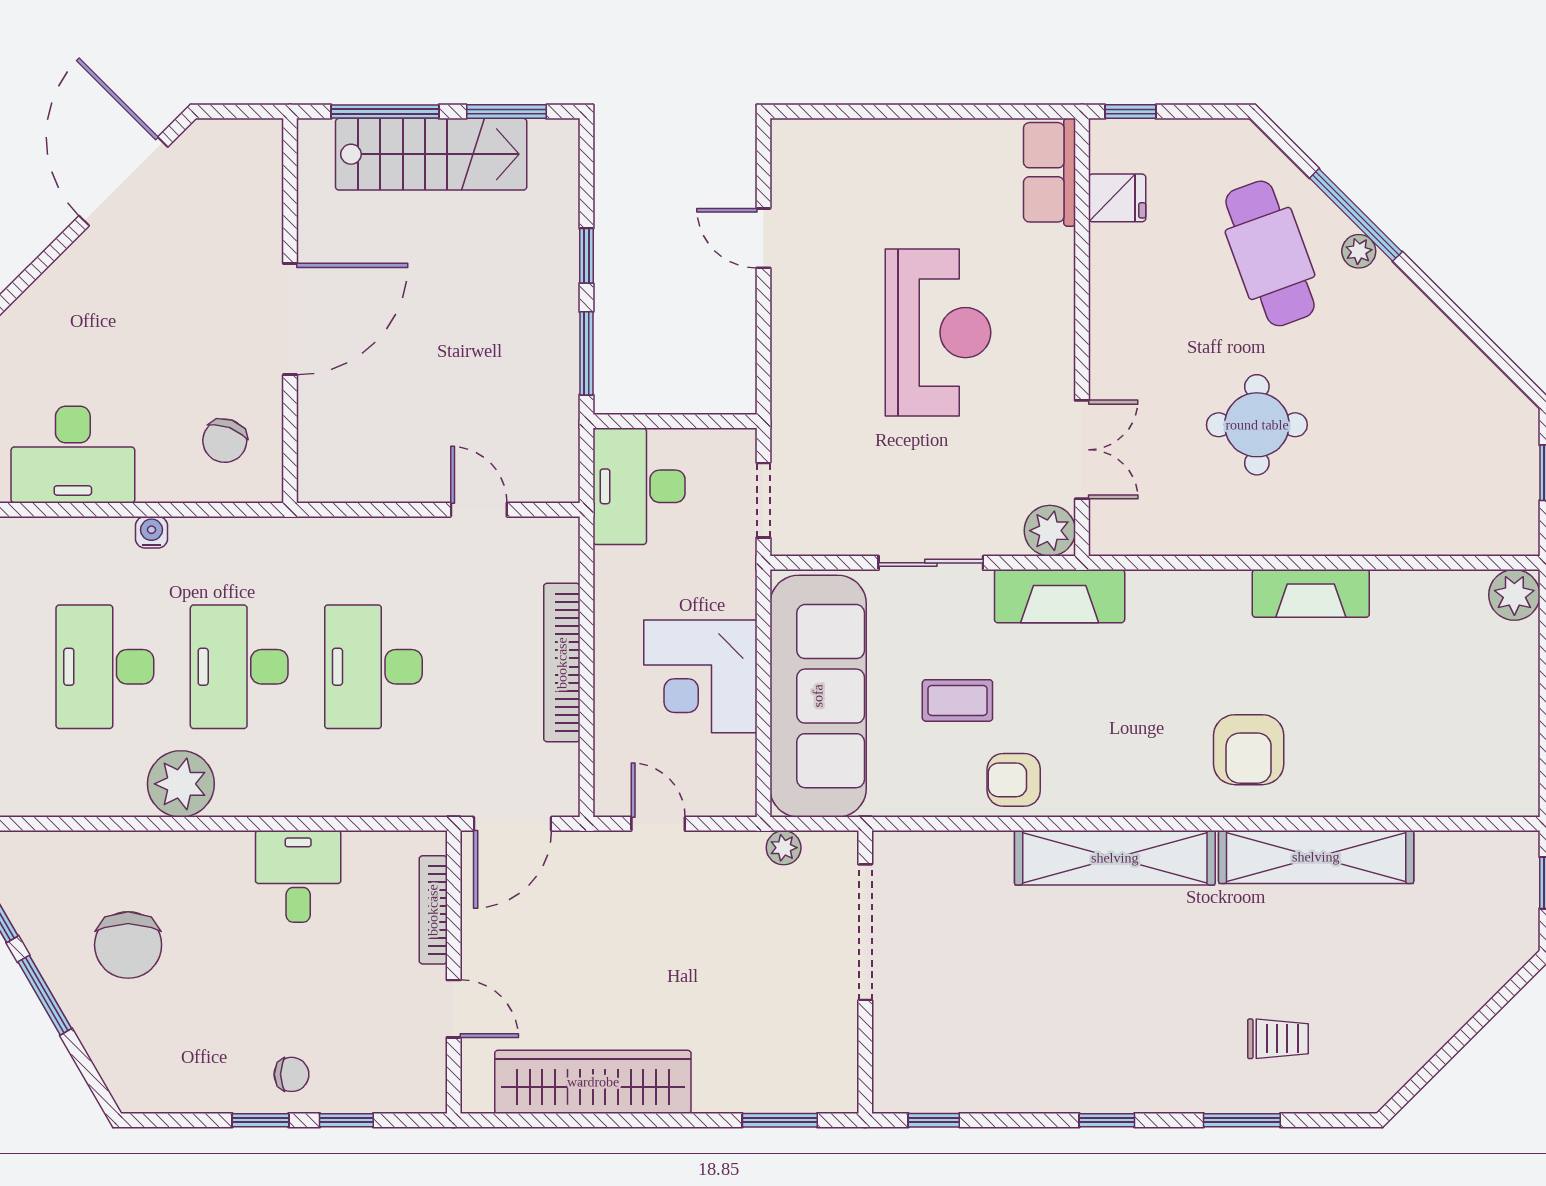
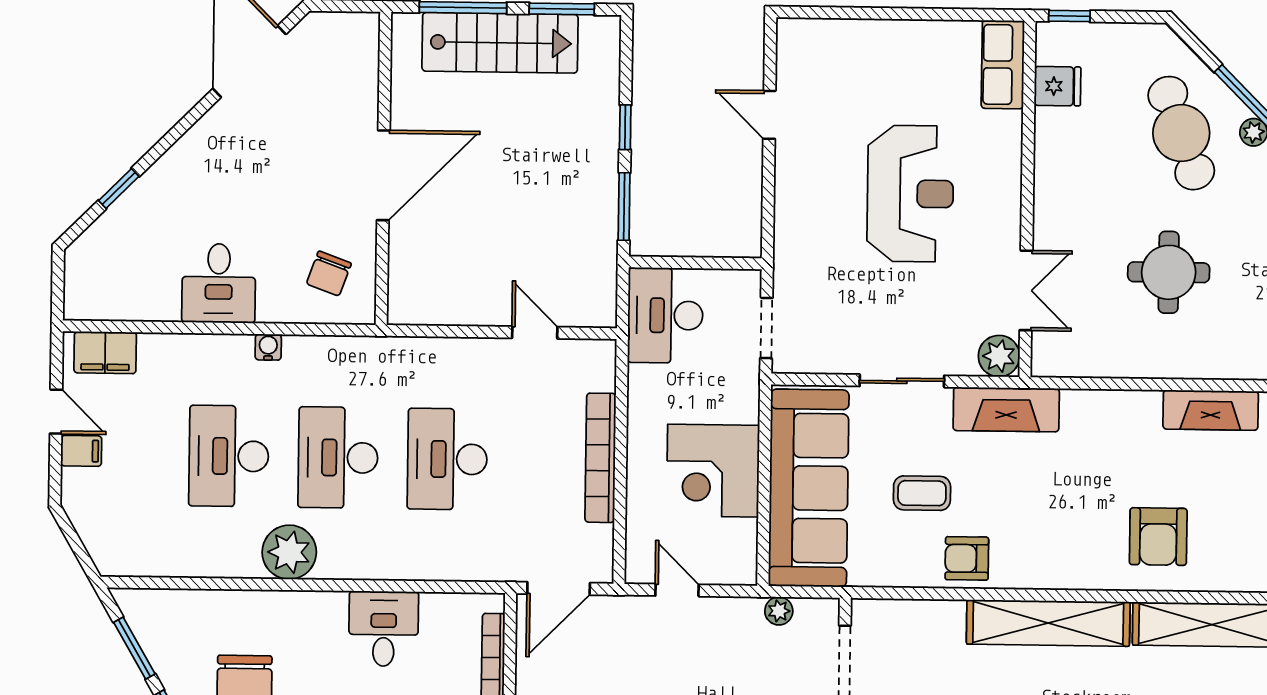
desk: (73, 455) -> (219, 283), width x0.73

